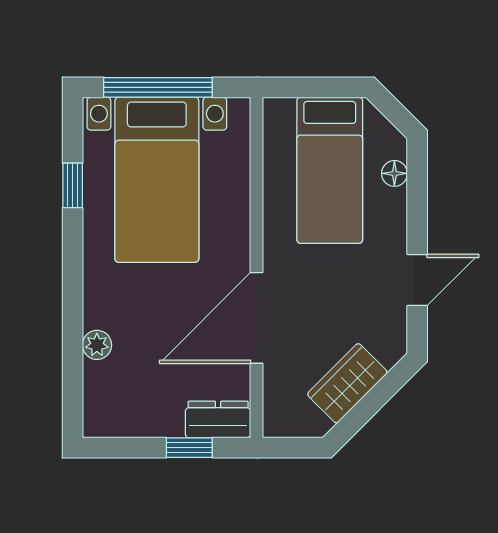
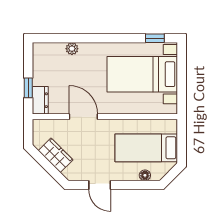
window: (158, 87) -> (182, 75), removed
window: (73, 185) -> (155, 38), moved
door: (257, 318) -> (83, 117), width x0.73

